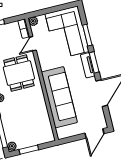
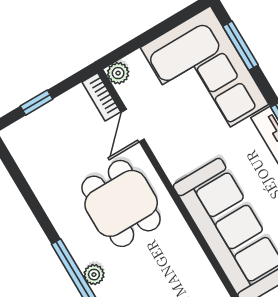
window: (87, 35) -> (240, 46), moved

